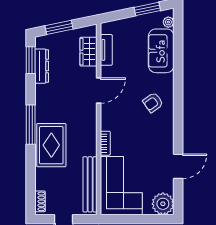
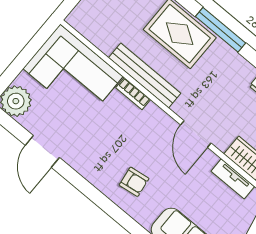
armchair: (153, 102) -> (134, 182), turned 118
bench: (90, 184) -> (145, 75), moved

